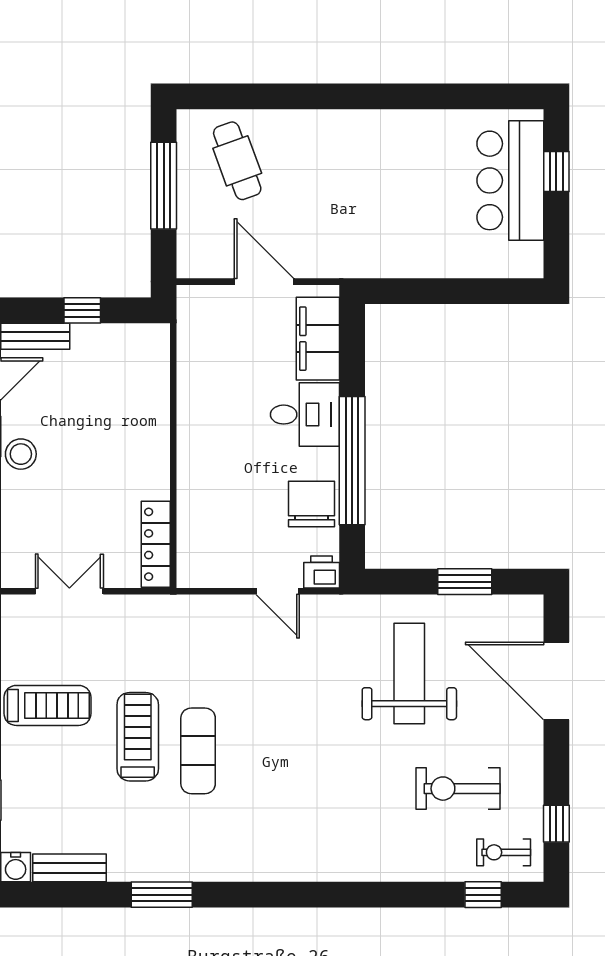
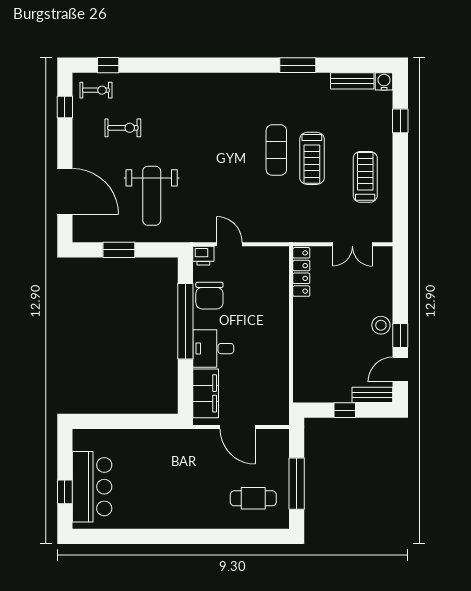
cafe table: (237, 161) -> (253, 498), turned -70
treadmill: (47, 705) -> (365, 177), turned 90
exercise bike: (458, 789) -> (123, 128), width x0.73, depth x0.72

